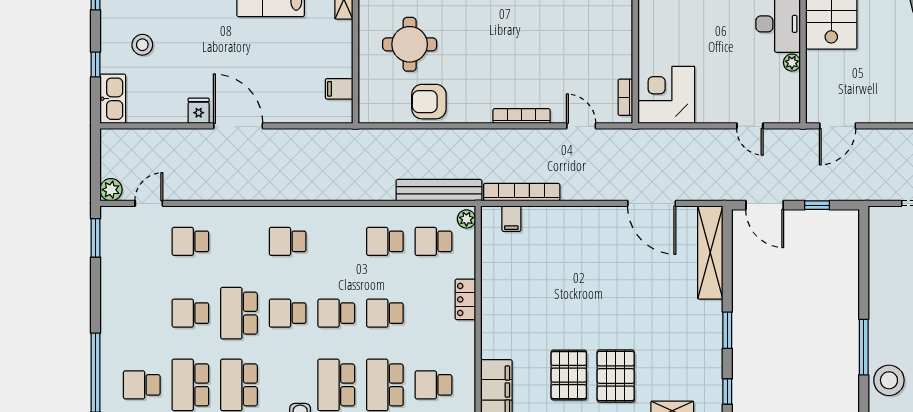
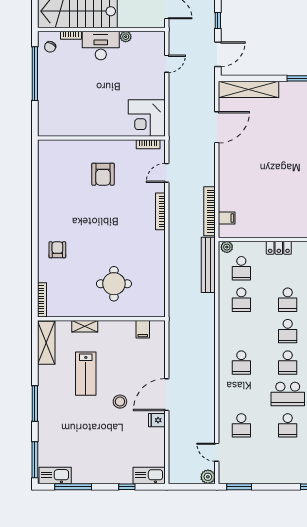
stool: (142, 45) -> (120, 402), moved
armchair: (429, 102) -> (103, 174), moved

